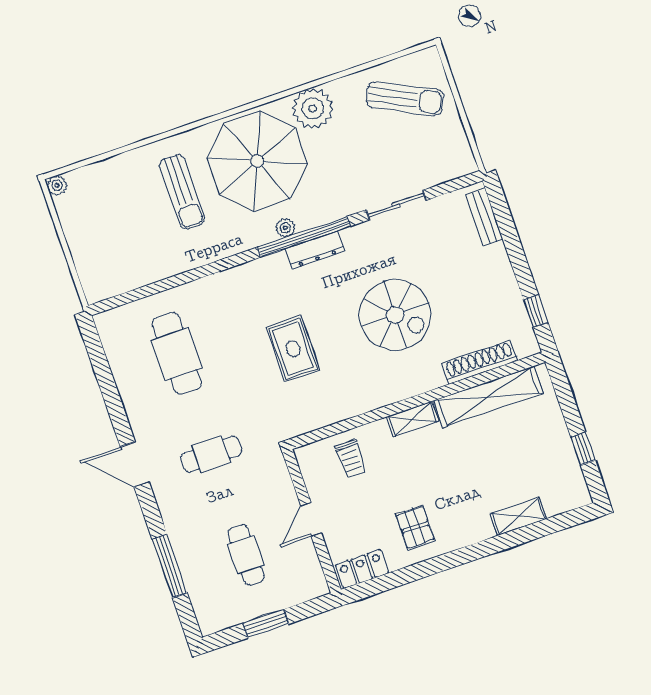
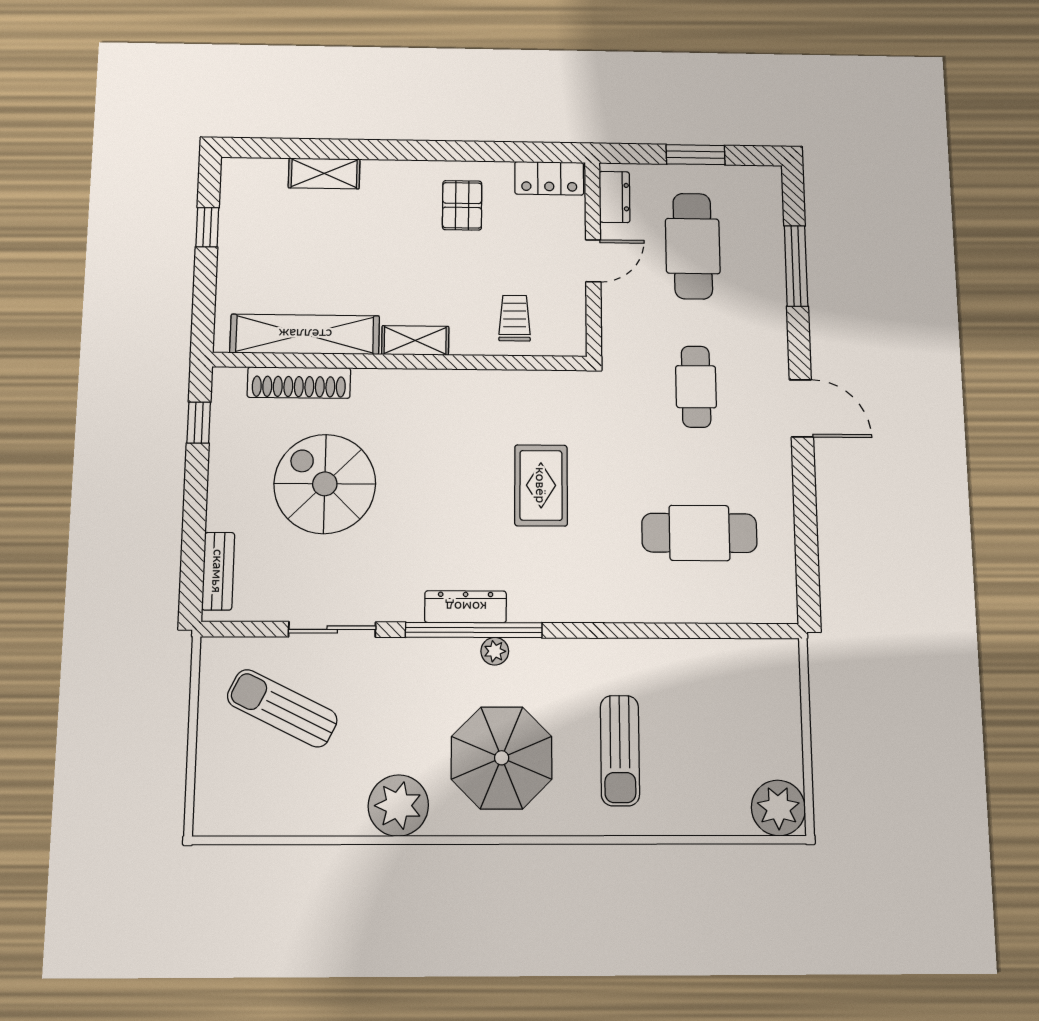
sun lounger: (405, 99) -> (282, 708), moved
parasol: (257, 161) -> (502, 758), width x0.73, depth x0.73
plant: (57, 185) -> (778, 808), width x1.88, depth x1.88
sun lounger: (182, 192) -> (620, 750), turned 180
spiral stairs: (395, 315) -> (325, 484), moved
cafe table: (177, 354) -> (699, 533), turned 90
cafe table: (211, 454) -> (696, 387), turned 90
cafe table: (246, 555) -> (693, 246), width x1.37, depth x1.35
dresser: (312, 572) -> (615, 197), added

